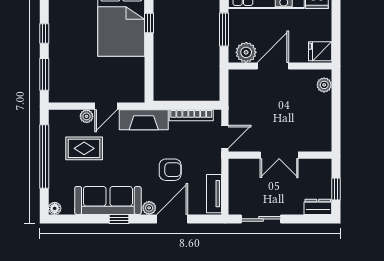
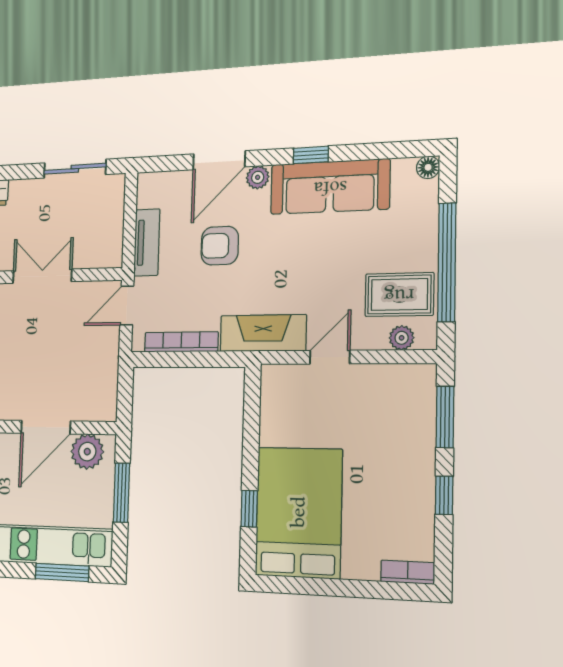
plant: (87, 116) -> (402, 338), moved
rug: (84, 148) -> (399, 295), moved
tv unit: (214, 194) -> (147, 242), moved

